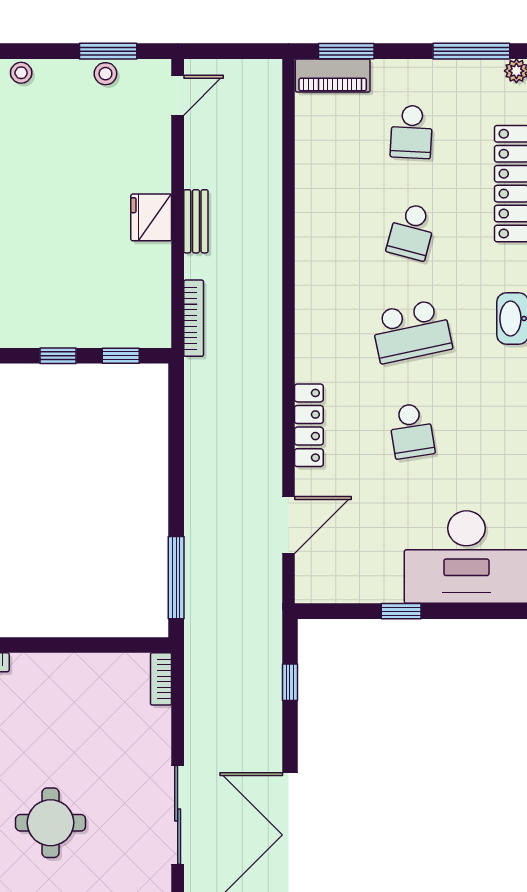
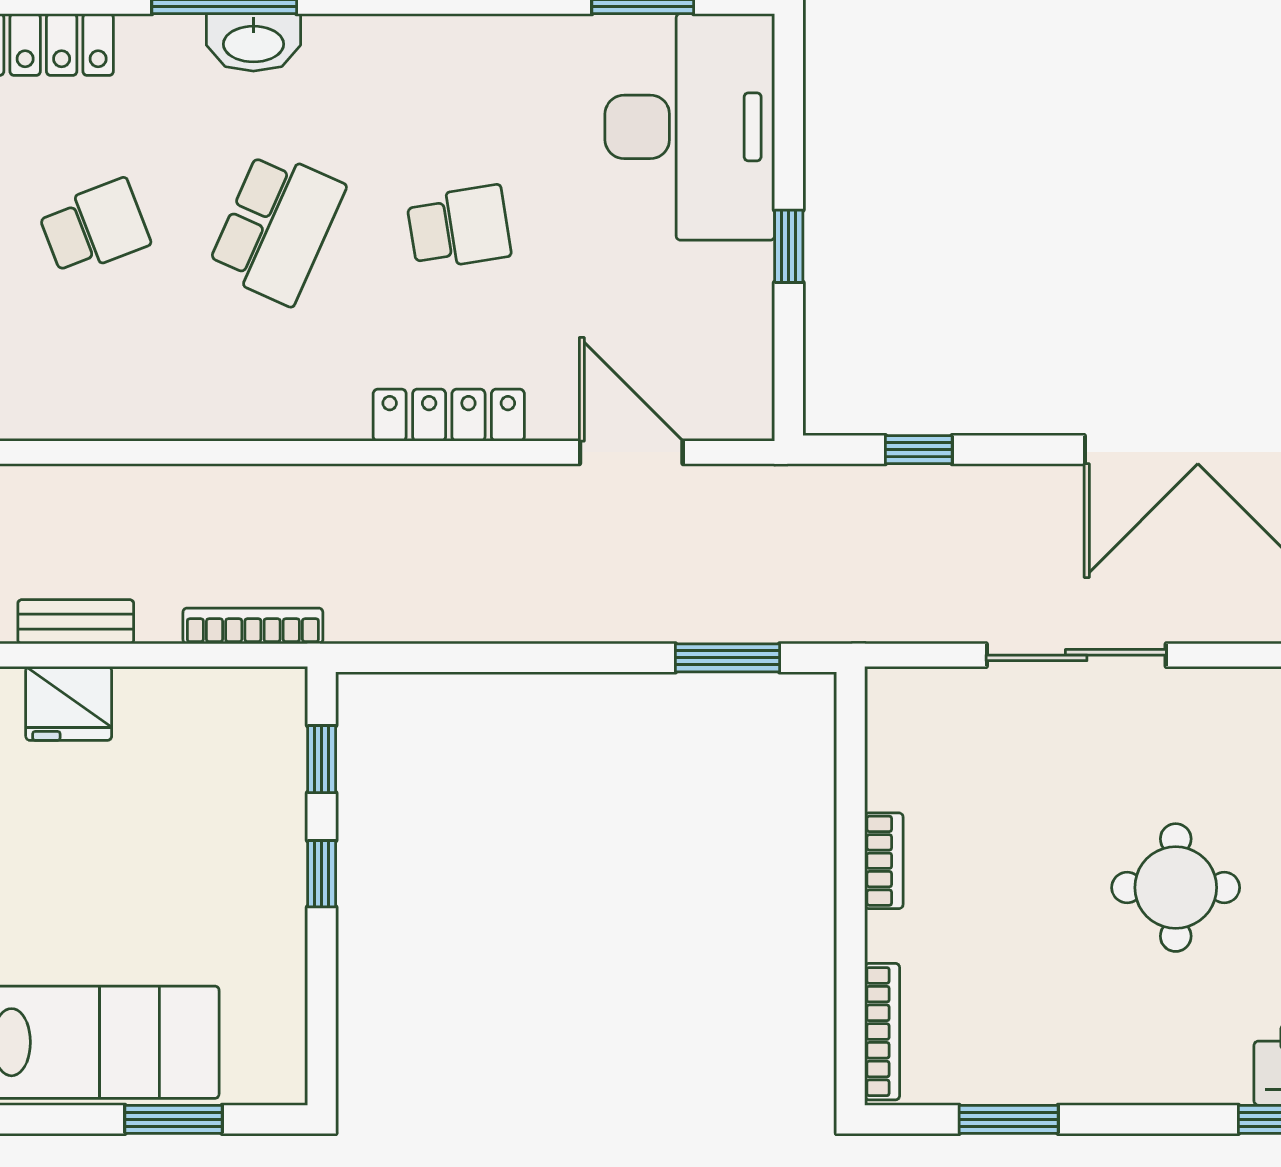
school desk: (411, 231) -> (94, 227), turned -36
school desk: (411, 331) -> (277, 227), turned 36
window: (176, 578) -> (727, 658), width x0.69
bookcase: (161, 679) -> (884, 861), moved, turned -90
sliding door: (178, 815) -> (1076, 655), moved

